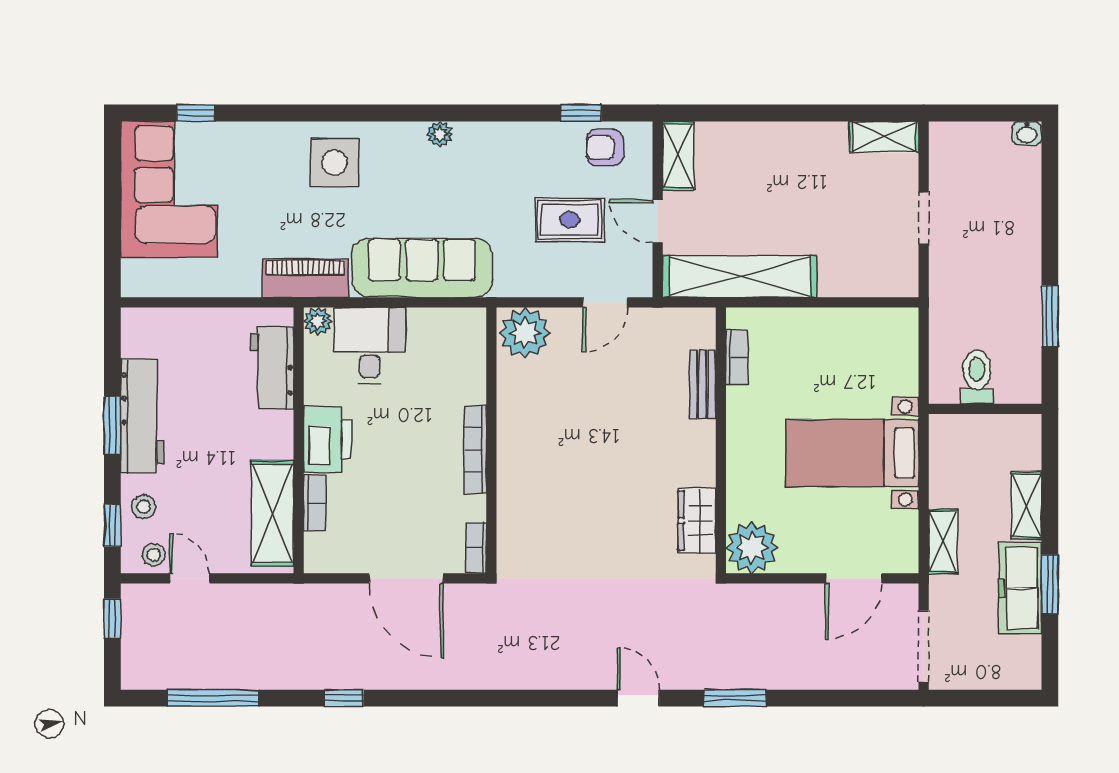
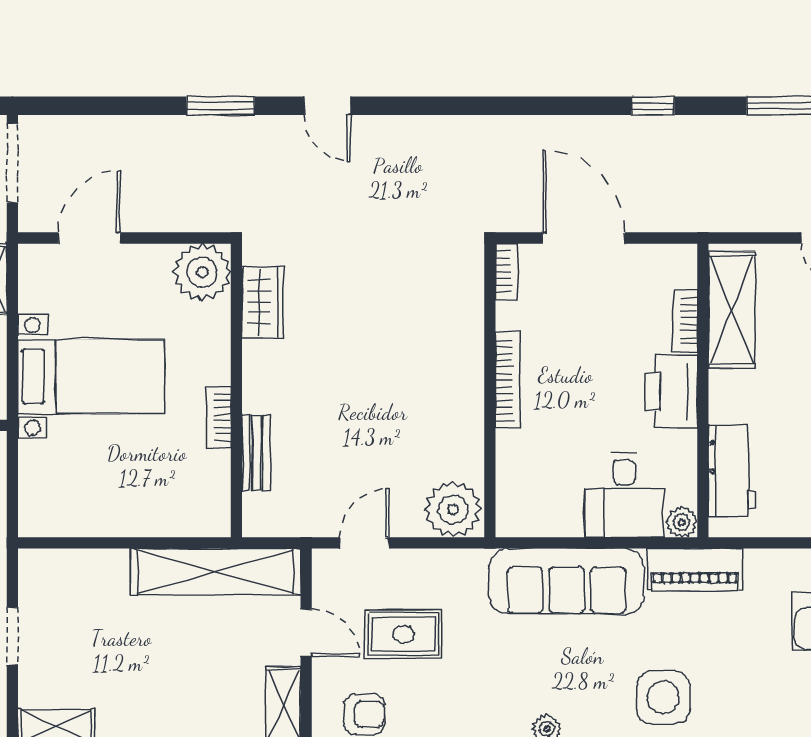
bookcase: (737, 358) -> (219, 417), moved

